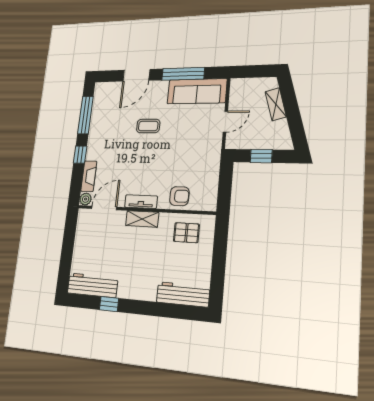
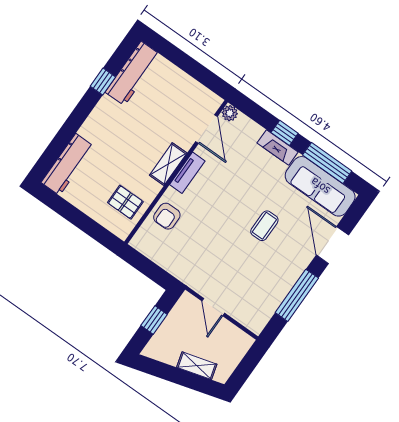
sofa: (197, 91) -> (320, 186), moved, turned -90
fireplace: (89, 176) -> (278, 148), moved
pallet: (186, 233) -> (125, 202), turned 90

